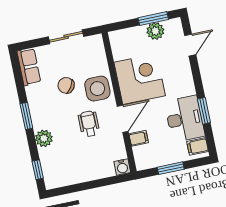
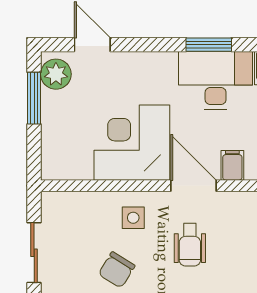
plant: (155, 31) -> (56, 74), moved
side table: (97, 89) -> (133, 218), width x0.54, depth x0.54
wheelchair: (89, 124) -> (190, 245), turned -90

